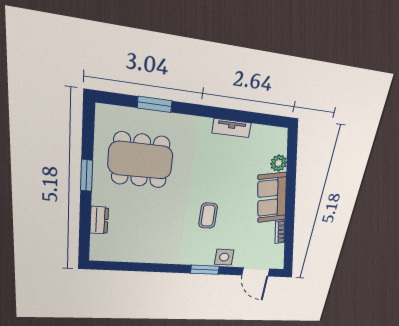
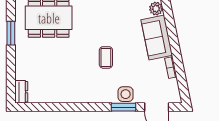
dresser: (99, 220) -> (21, 92), moved
window: (205, 270) -> (124, 107), moved

